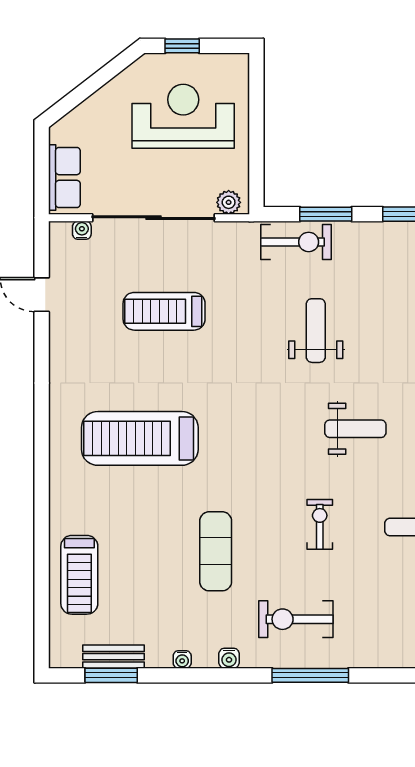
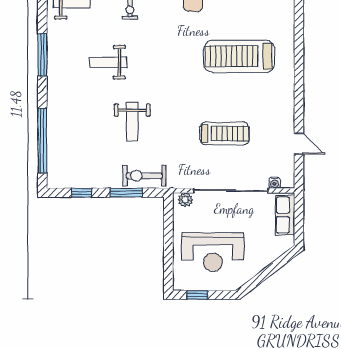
window: (182, 46) -> (197, 295), moved
treadmill: (140, 438) -> (239, 56), turned 180

